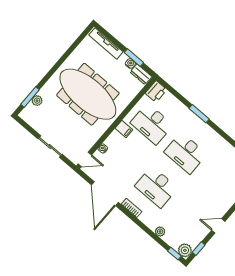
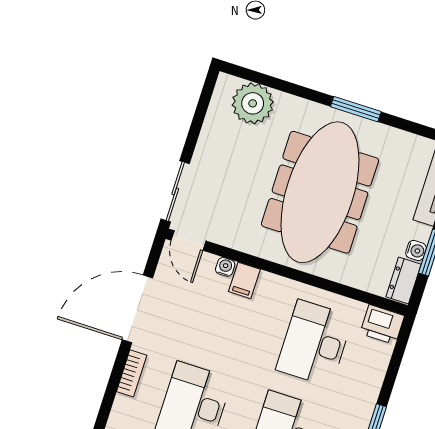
window: (30, 97) -> (356, 109), moved
plant: (37, 101) -> (253, 103), width x1.88, depth x1.88
filing cabinet: (124, 129) -> (244, 280), moved
sliding door: (50, 146) -> (175, 191), moved

